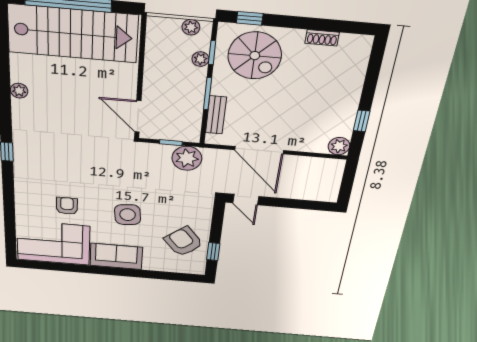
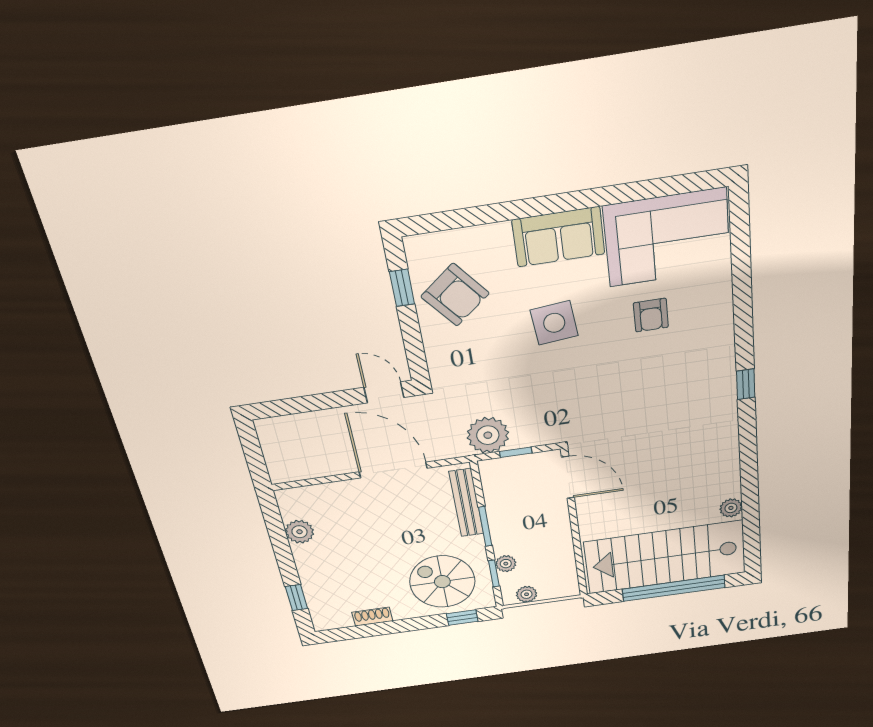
plant: (19, 91) -> (731, 508), moved
bench: (216, 115) -> (466, 503), width x1.36
window: (362, 121) -> (296, 598), moved
plant: (339, 146) -> (299, 532), moved

